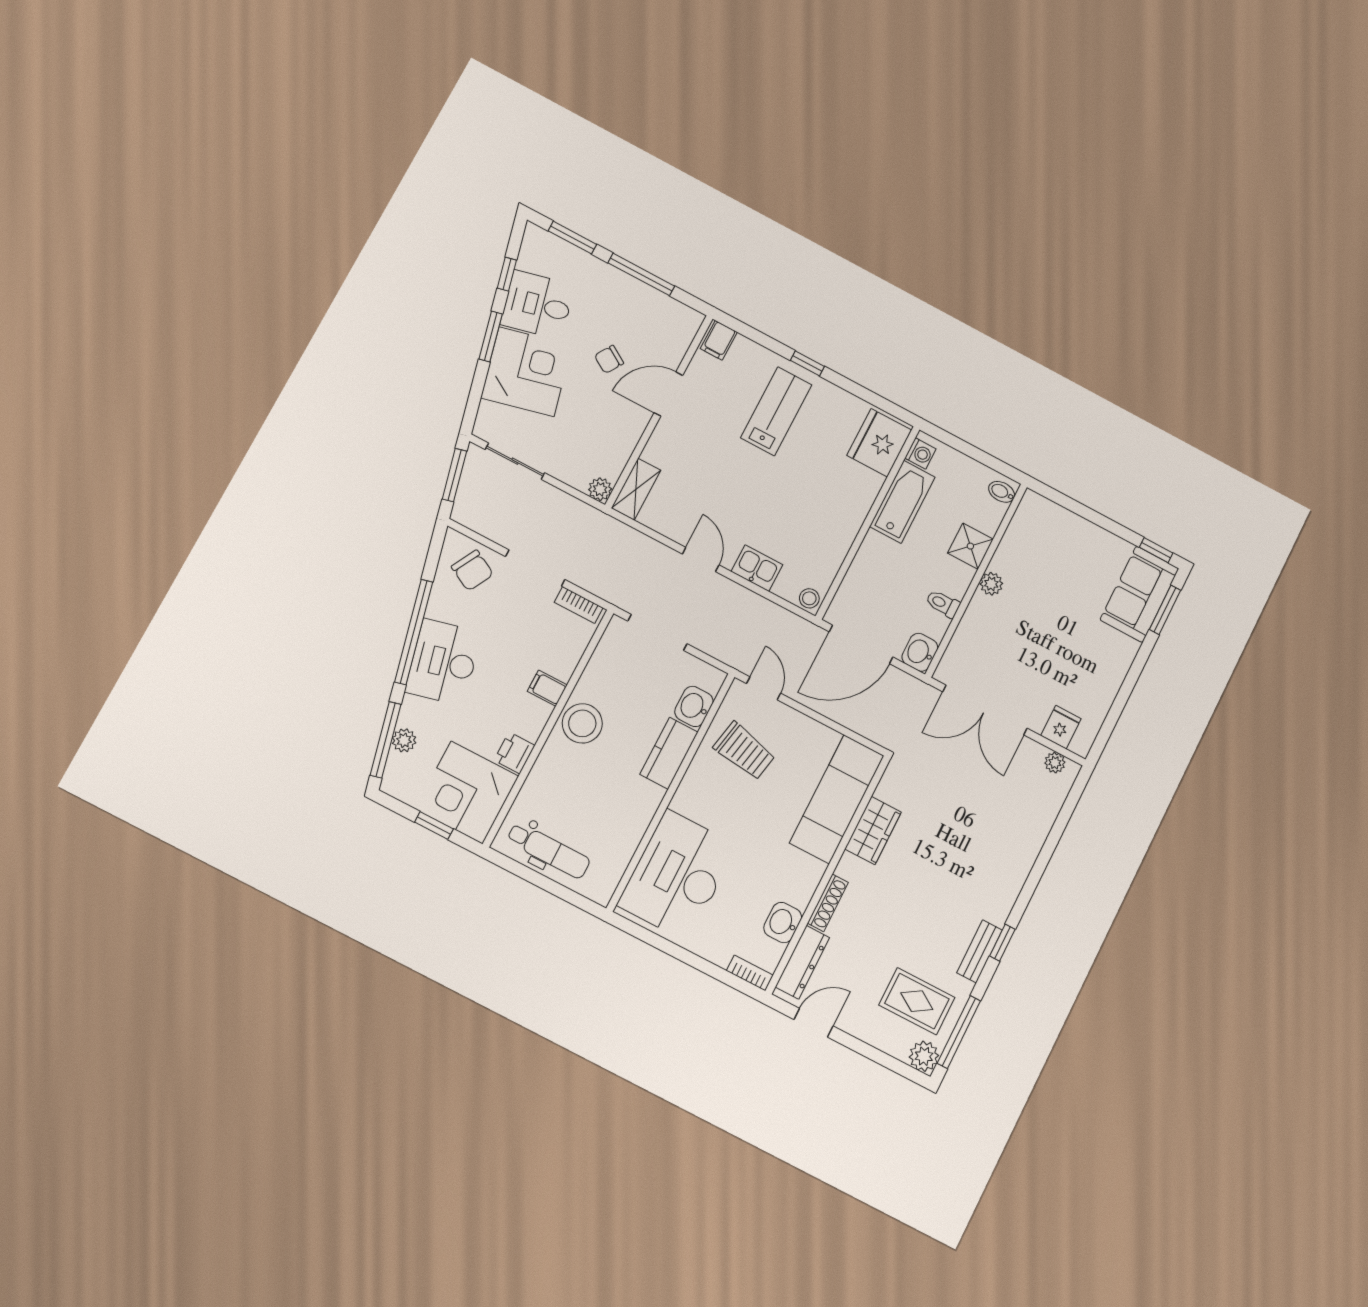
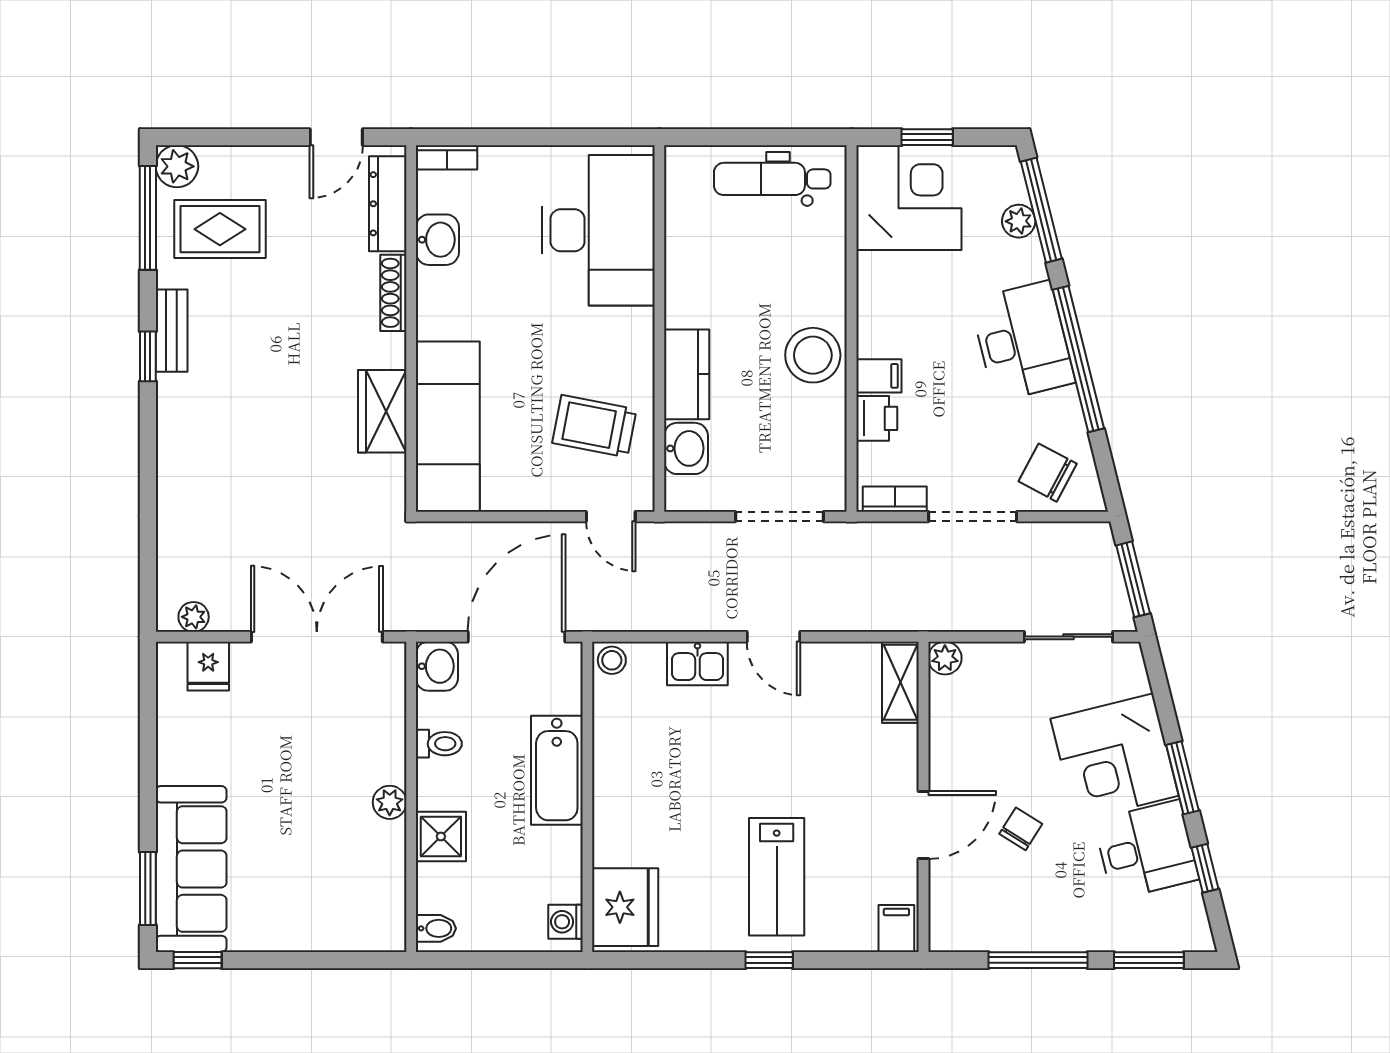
bathtub: (902, 502) -> (557, 770), moved
sofa: (1139, 594) -> (191, 869), width x1.36
printer: (514, 753) -> (877, 418), moved

